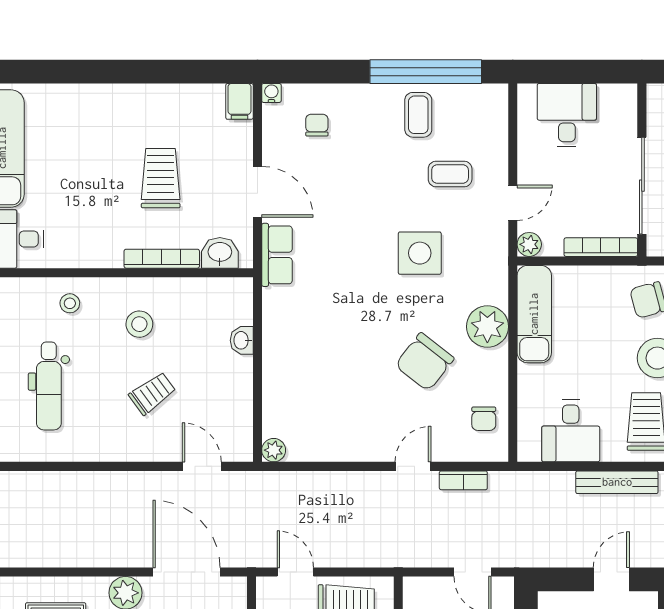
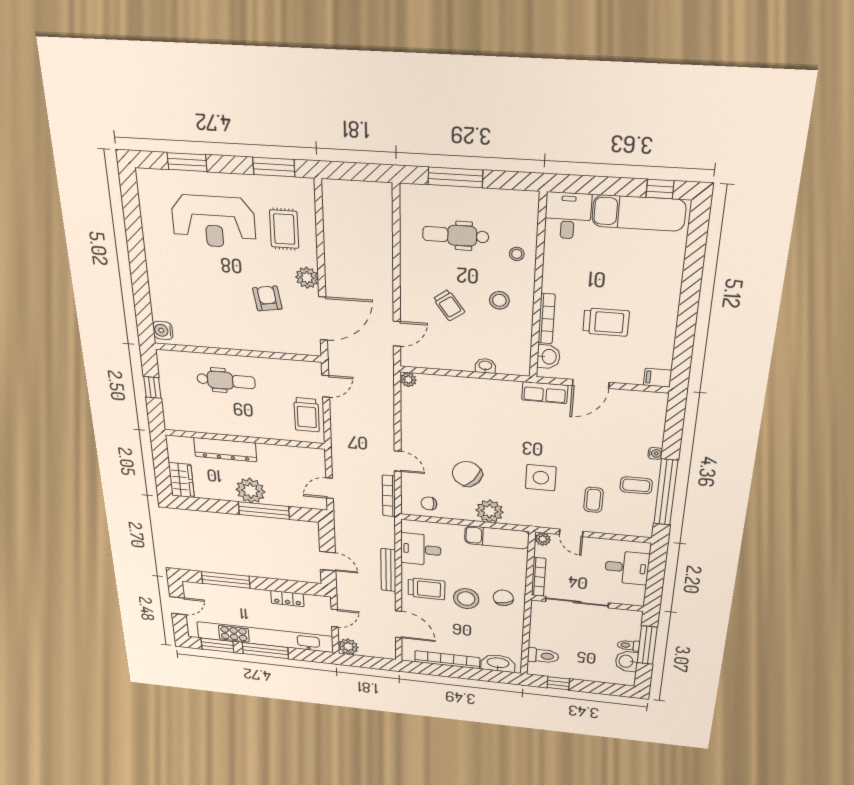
water cooler: (271, 93) -> (655, 453), moved
chair: (317, 125) -> (635, 425), removed
bookcase: (463, 480) -> (389, 496), width x1.56

